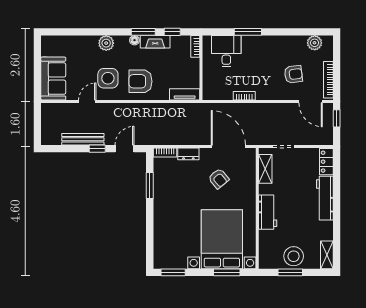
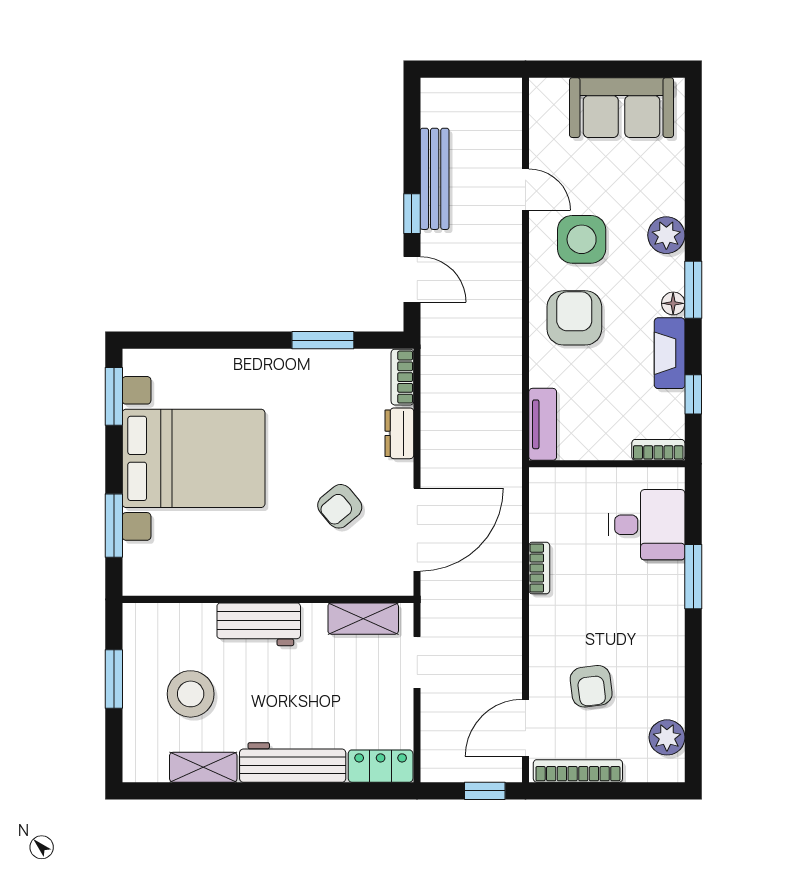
window: (143, 32) -> (693, 290), moved
sofa: (53, 79) -> (622, 108), moved
bed with nightstands: (222, 239) -> (194, 458), moved
shelving: (327, 255) -> (203, 767), moved
stool: (294, 256) -> (191, 694), moved

